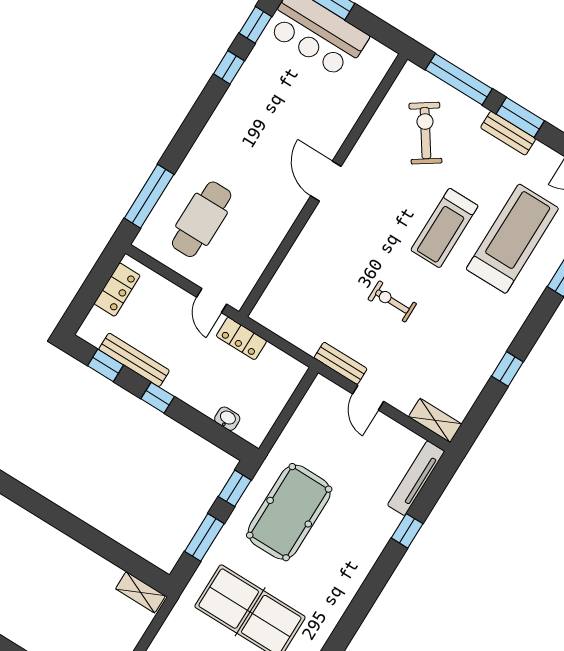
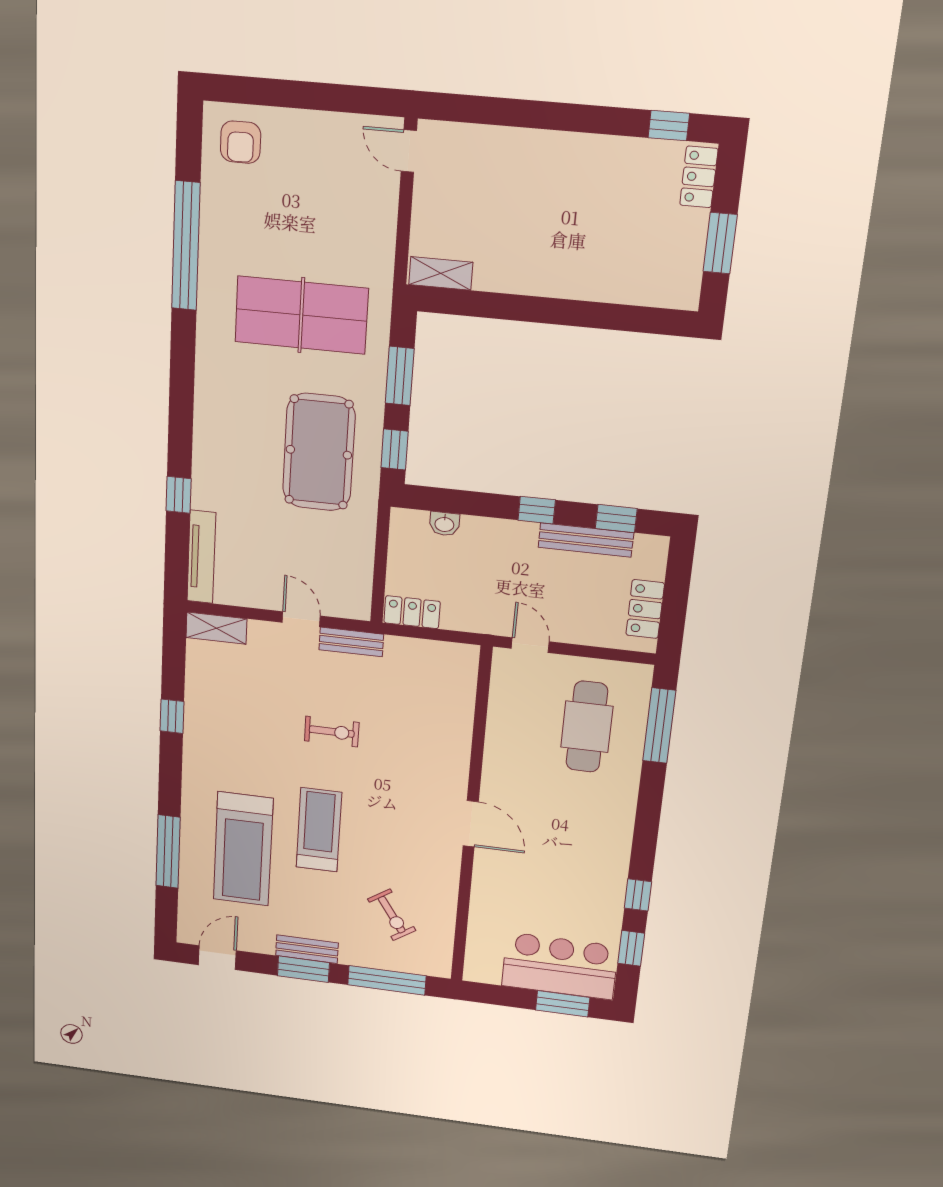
exercise bike: (425, 133) -> (392, 915), width x0.73, depth x0.72
locker: (241, 338) -> (412, 612), moved

